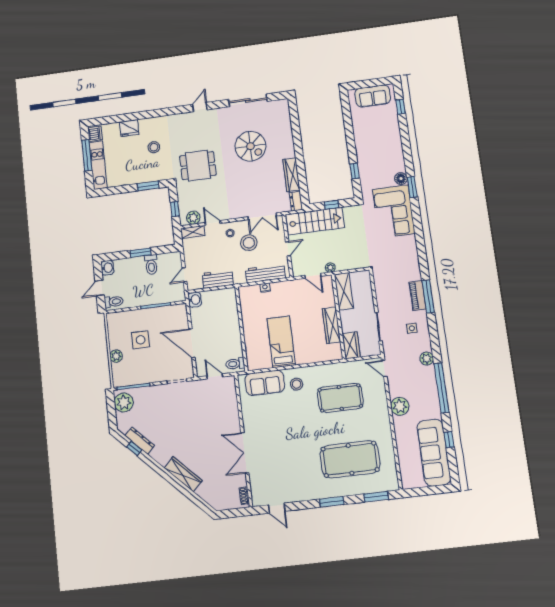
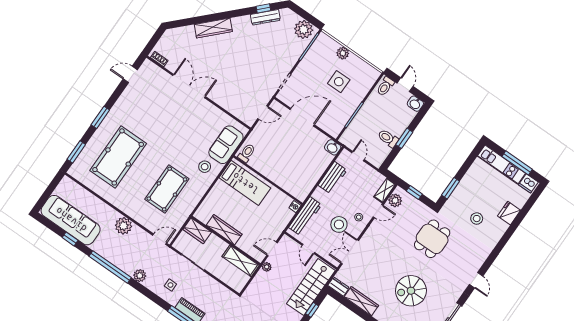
wall: (241, 329) -> (268, 180), moved
toilet: (235, 364) -> (247, 153), moved

